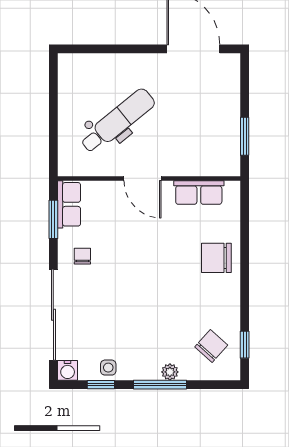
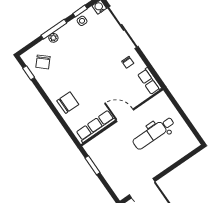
dental chair: (118, 121) -> (154, 133), turned 39
row of seats: (199, 192) -> (96, 126), width x1.48
window: (53, 219) -> (152, 70), removed

